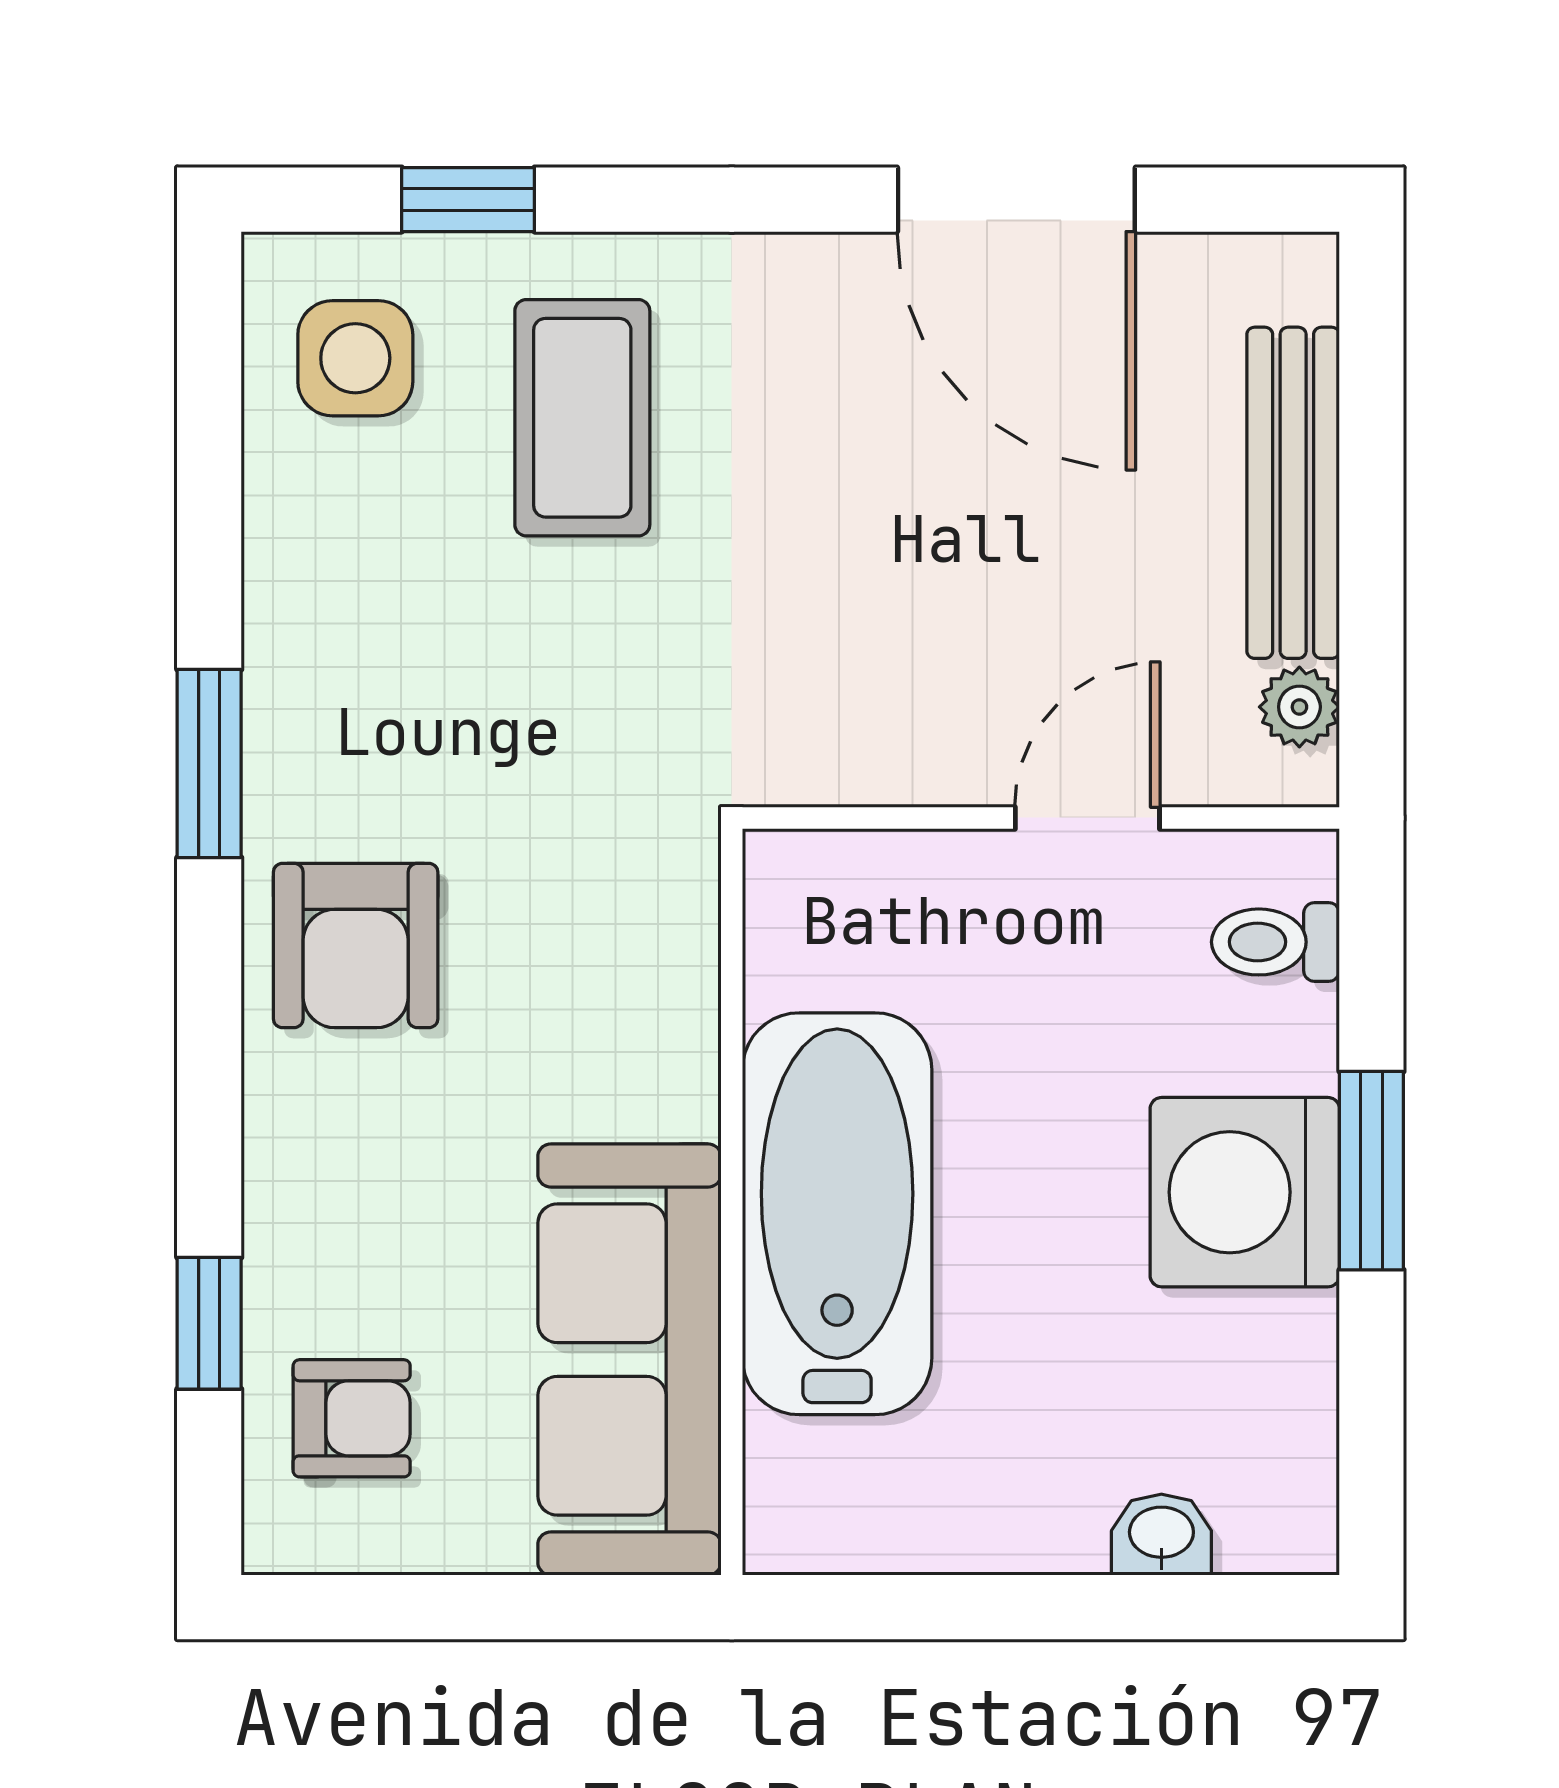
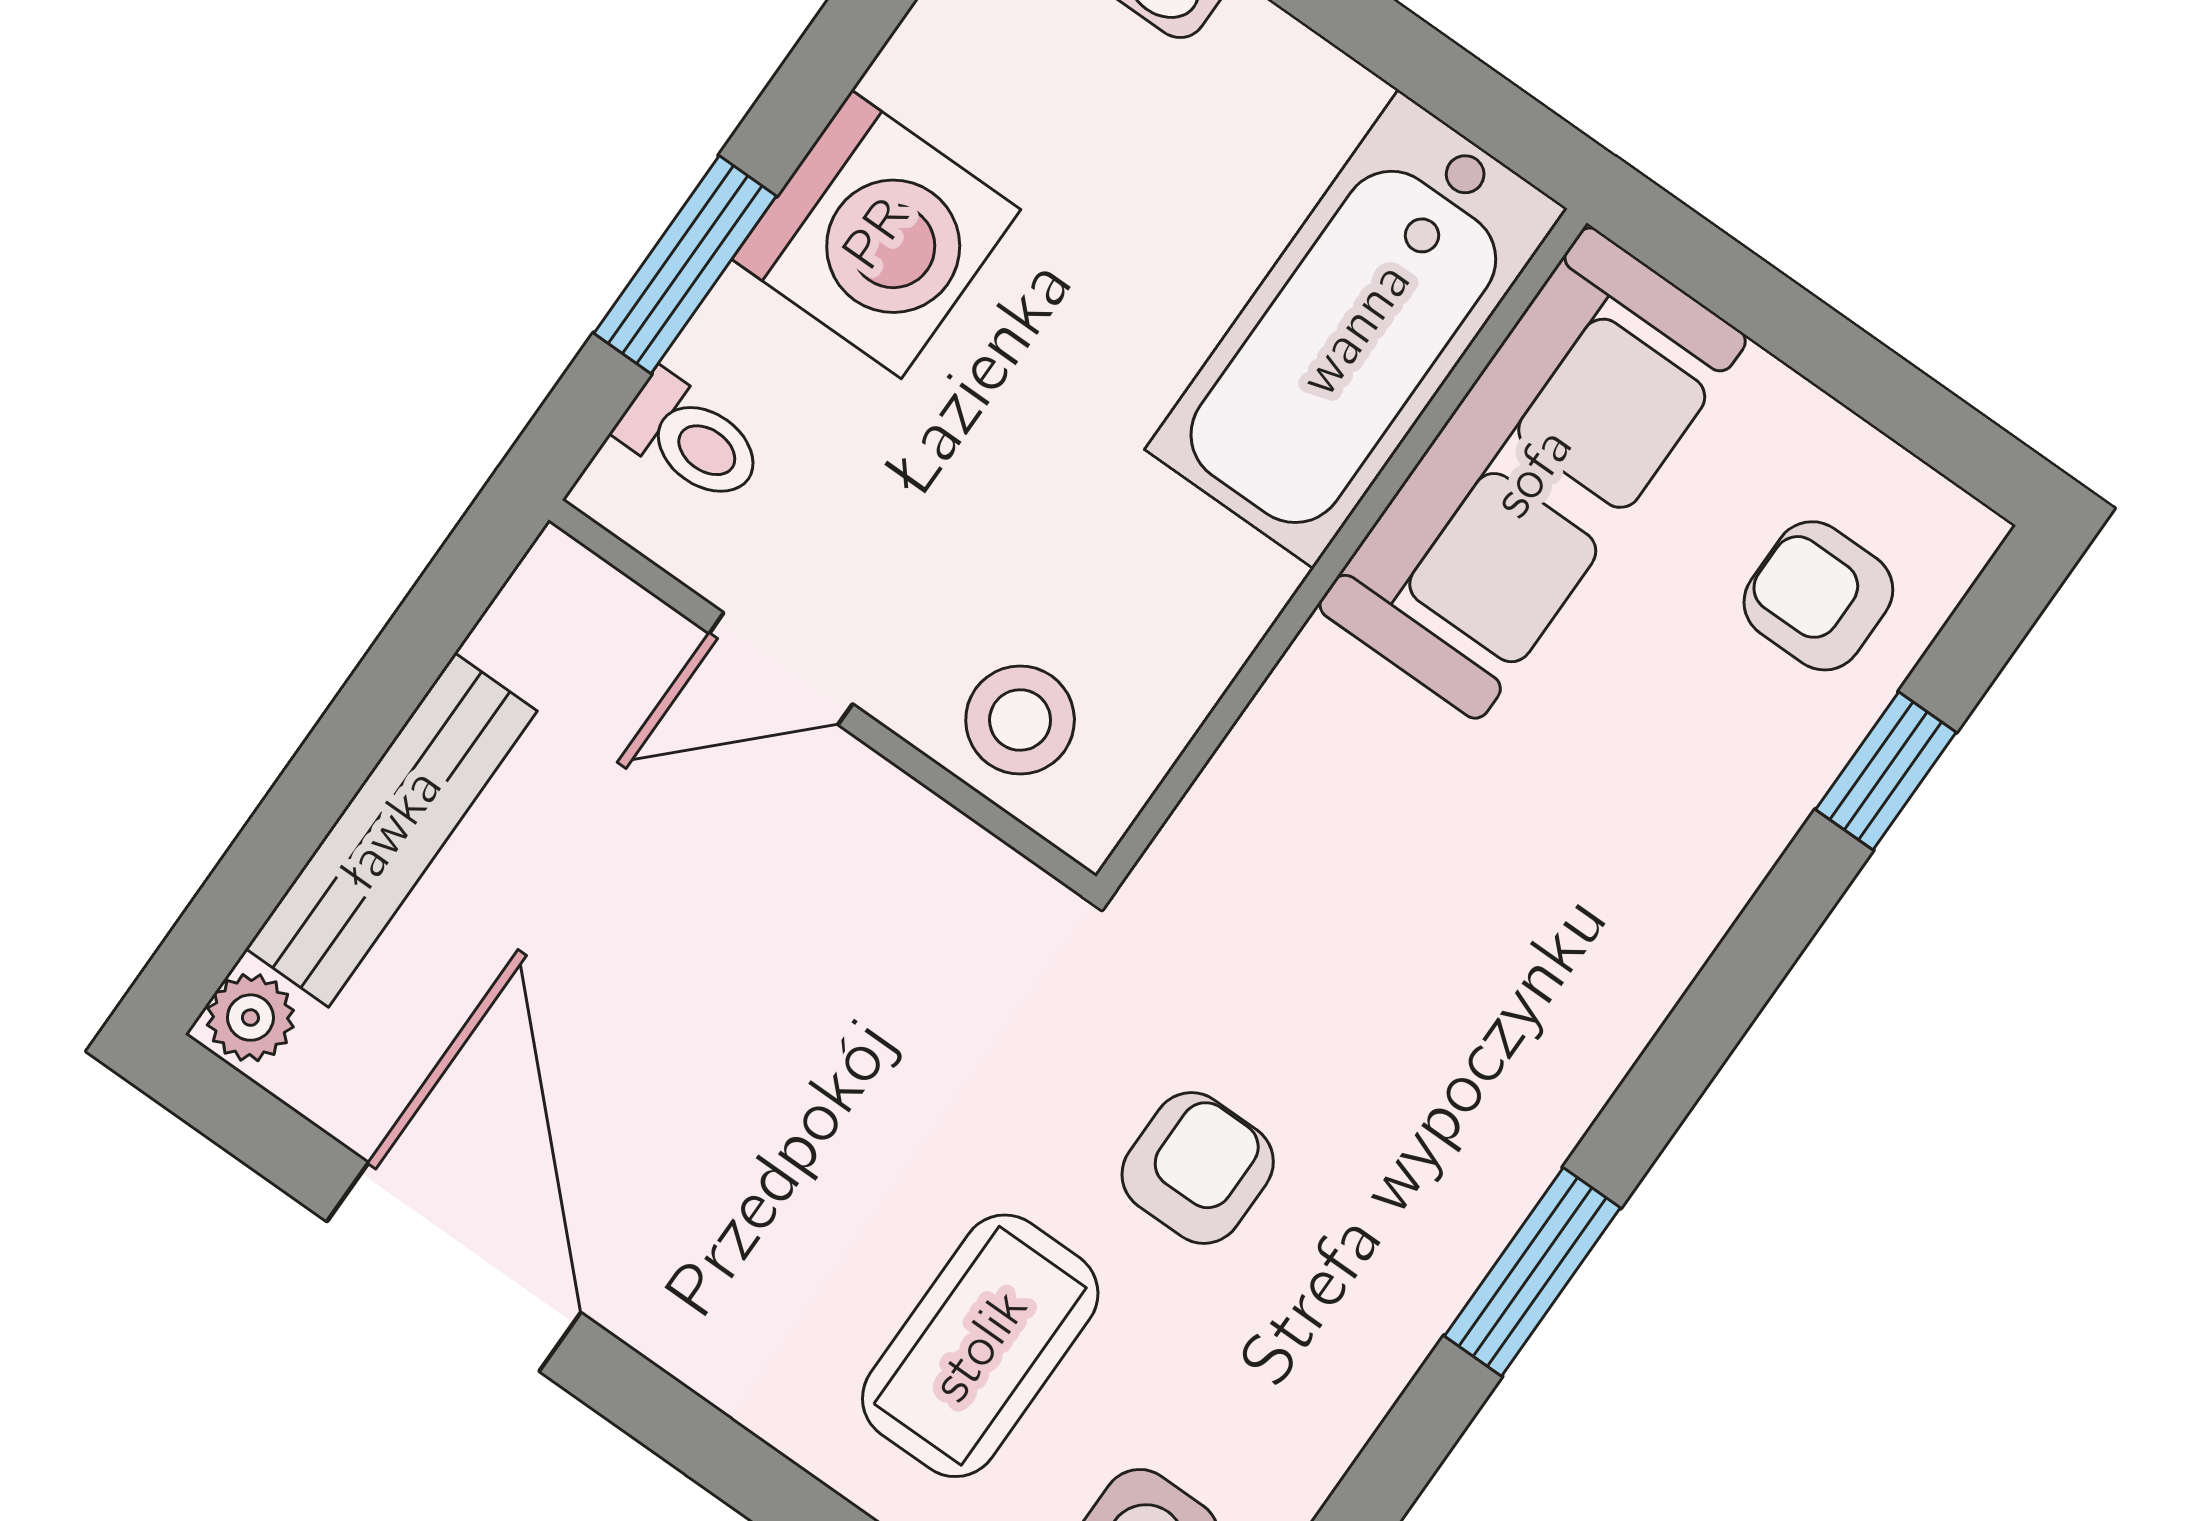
plant: (1299, 707) -> (250, 1018), moved
stool: (882, 906) -> (1020, 720), added
armchair: (356, 946) -> (1198, 1168), moved, width x0.72, depth x0.72
window: (1371, 1171) -> (685, 265), moved
bathtub: (837, 1214) -> (1356, 329), moved

